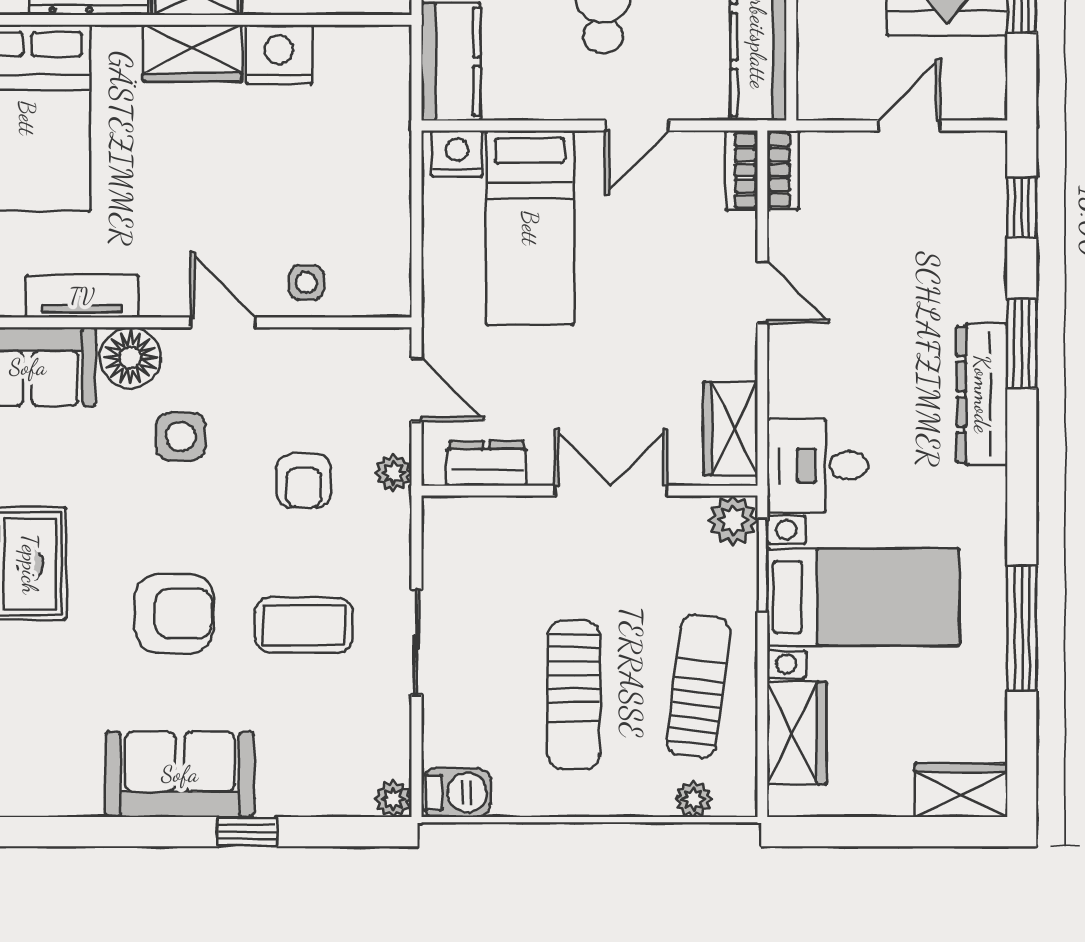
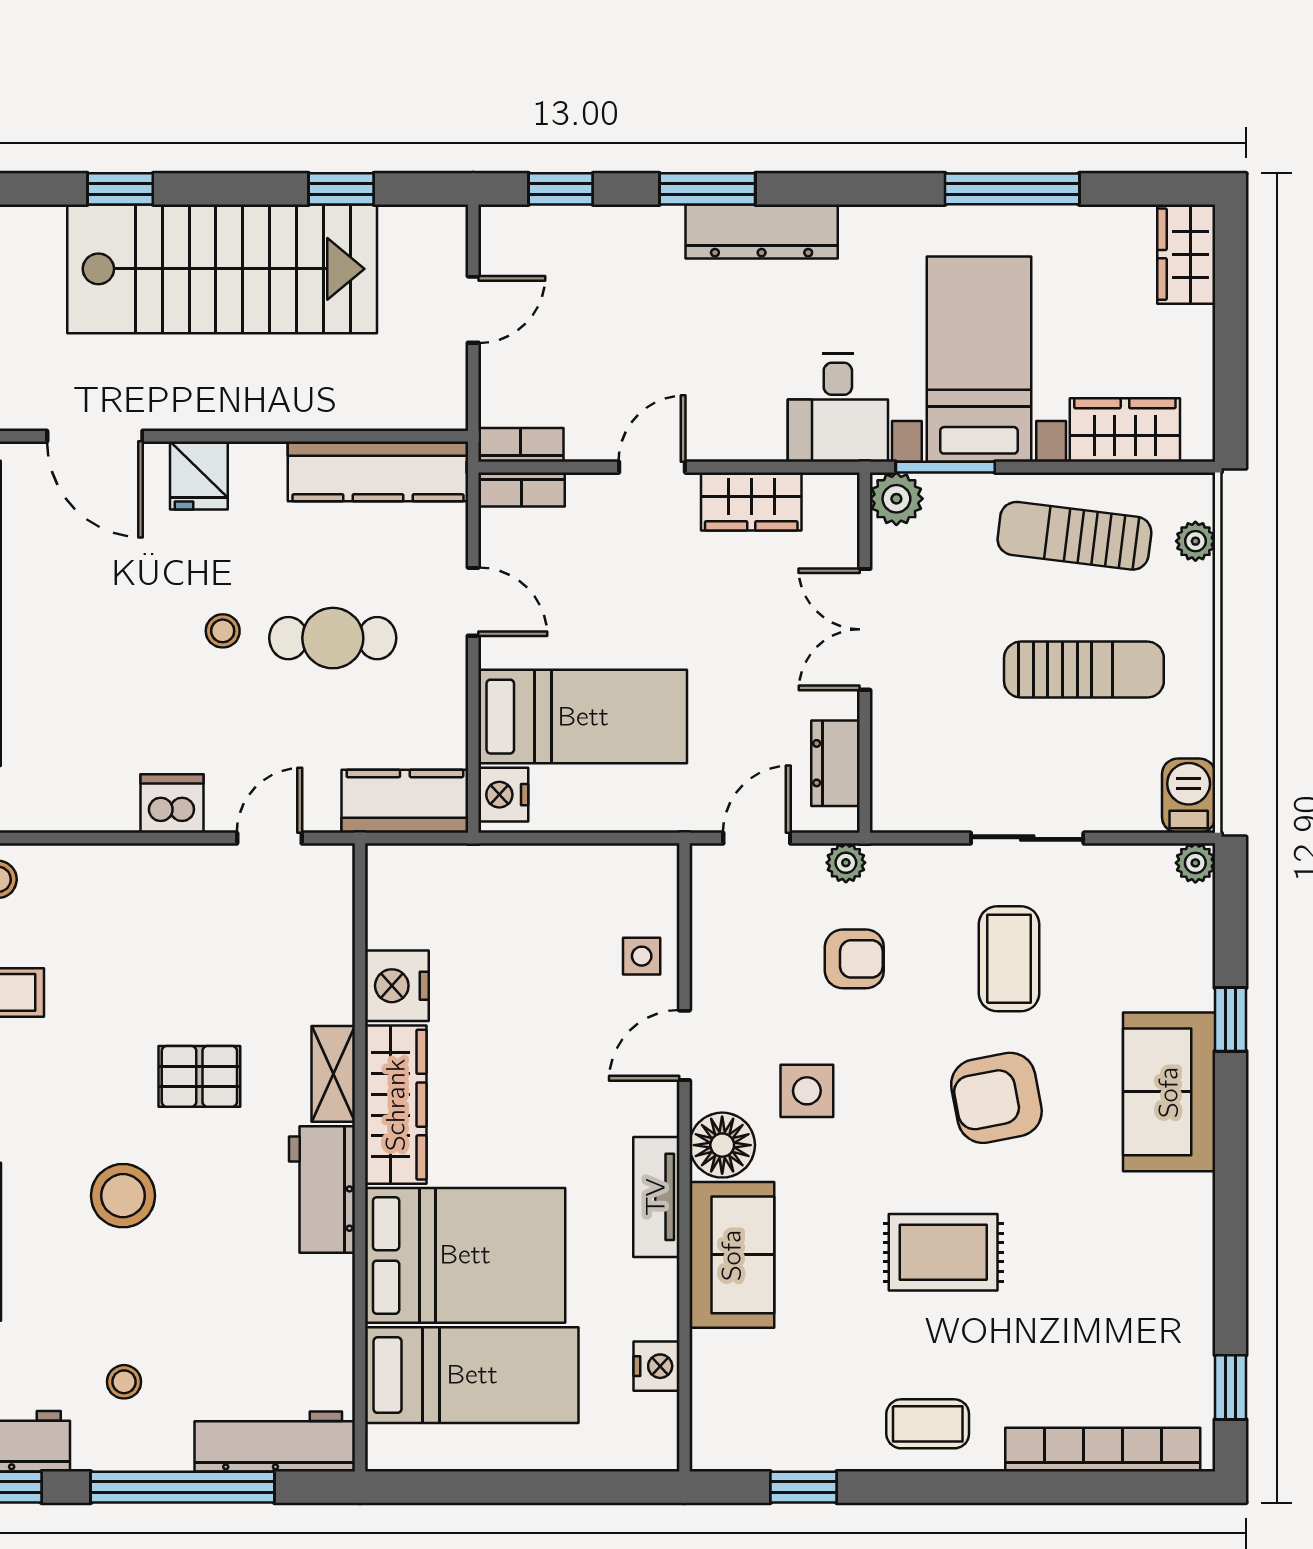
wardrobe: (193, 53) -> (396, 1105), width x1.50
door: (909, 125) -> (473, 310), swing flipped
wardrobe: (730, 428) -> (751, 501), moved
armchair: (174, 613) -> (996, 1098), turned -101

